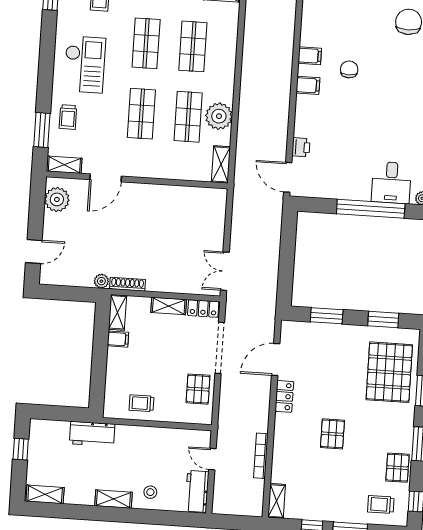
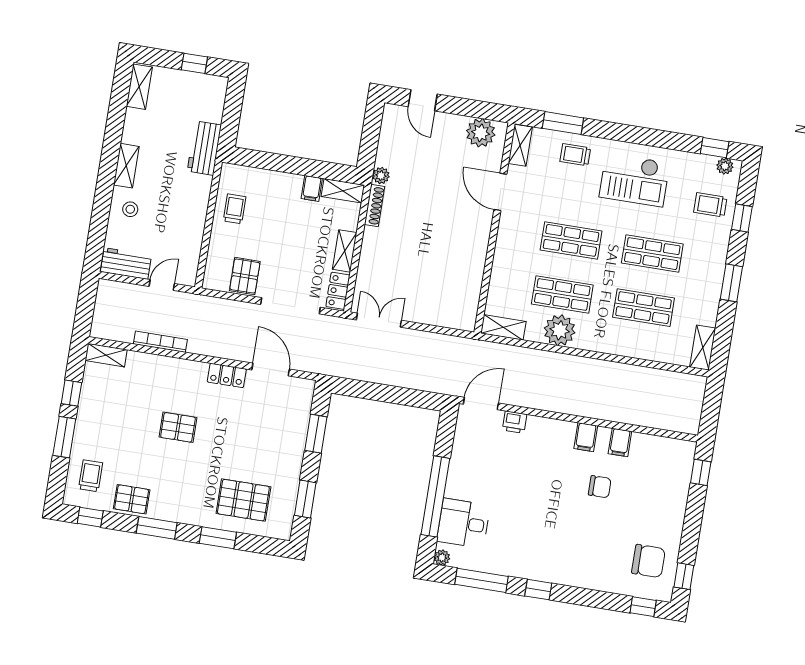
pallet: (389, 372) -> (243, 500), width x0.73, depth x0.71
pallet: (198, 389) -> (245, 276), turned 90

